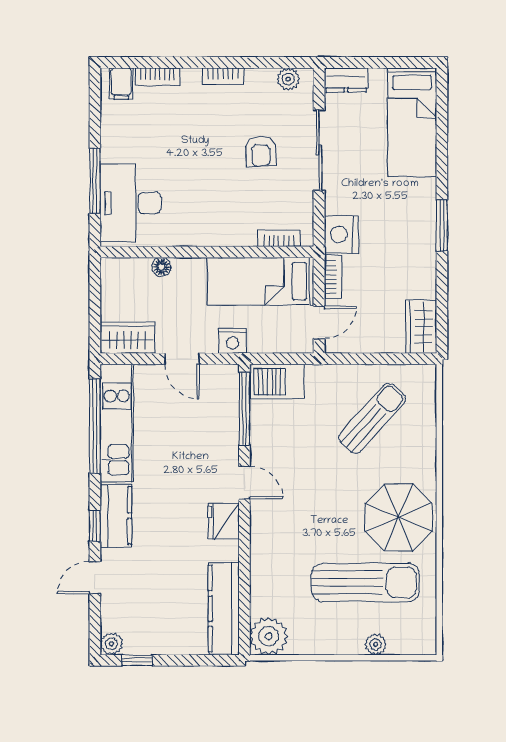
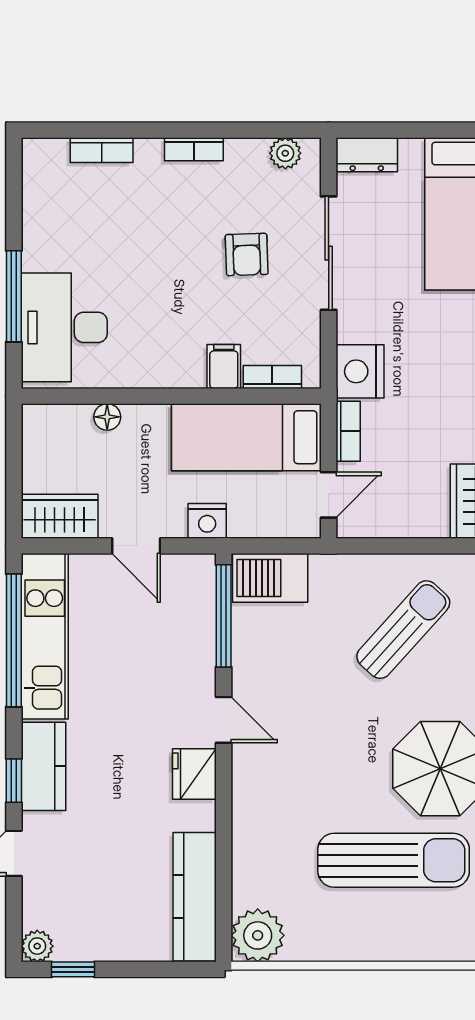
filing cabinet: (121, 84) -> (224, 366), moved, turned 180
plant: (376, 644) -> (408, 947), removed

